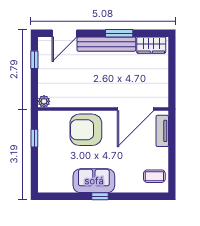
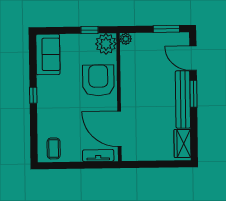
window: (119, 33) -> (193, 94), moved
window: (34, 60) -> (166, 29), width x1.50
plant: (49, 121) -> (106, 44), added
sofa: (94, 181) -> (48, 54), moved

